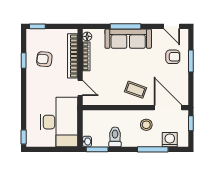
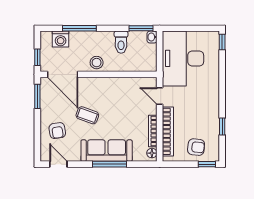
armchair: (173, 57) -> (57, 131), turned -99
armchair: (44, 59) -> (196, 147), moved
window: (191, 61) -> (37, 96), moved
coffee table: (136, 90) -> (87, 115), moved
stool: (146, 125) -> (97, 63), moved

